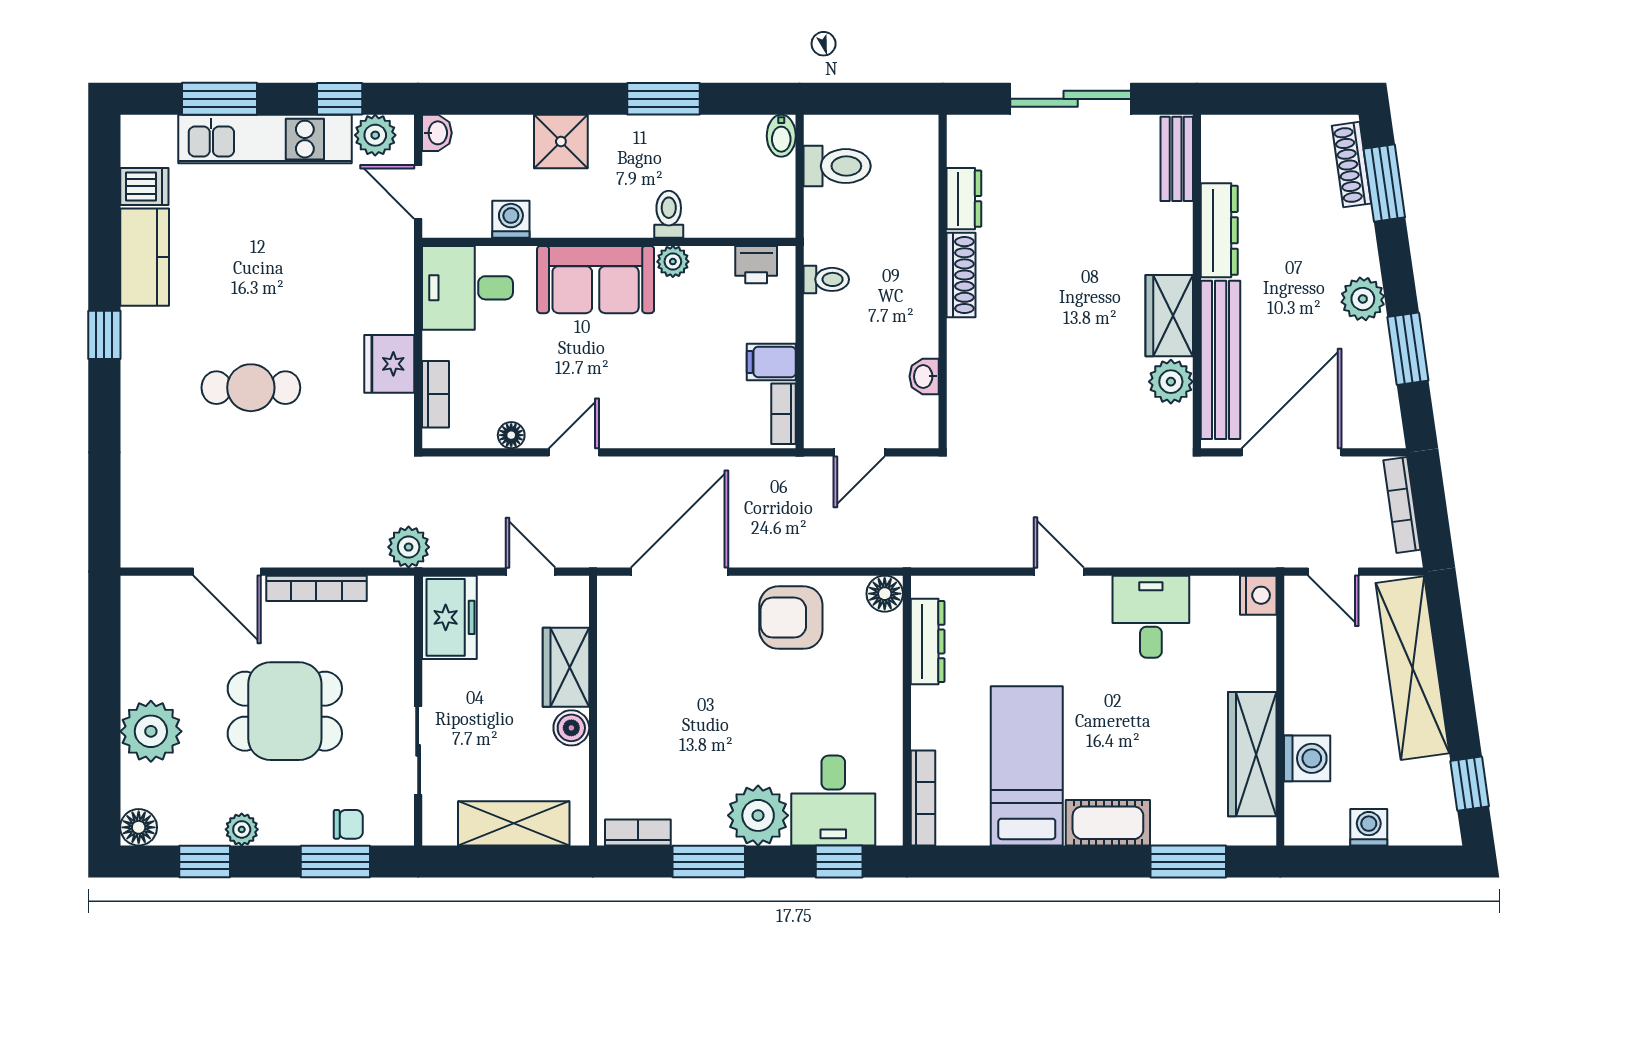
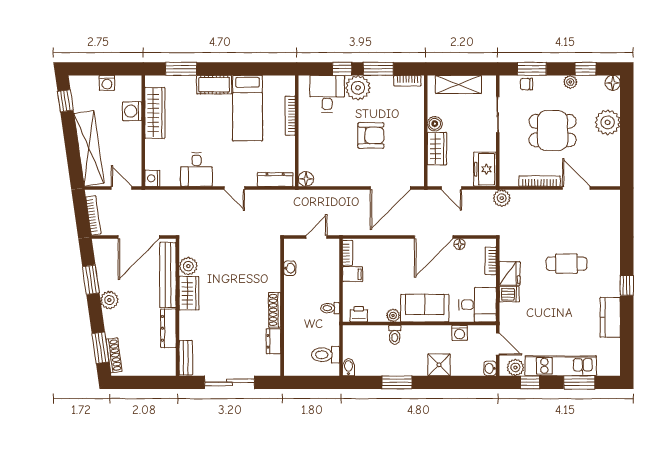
dishwasher: (144, 186) -> (509, 294), moved, turned 180
door: (574, 452) -> (434, 237), width x1.88
armchair: (791, 618) -> (371, 135), moved
dresser: (928, 642) -> (275, 179), moved, turned 90
bookcase: (923, 798) -> (290, 116), moved
window: (839, 862) -> (342, 69), moved

